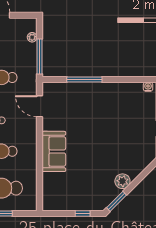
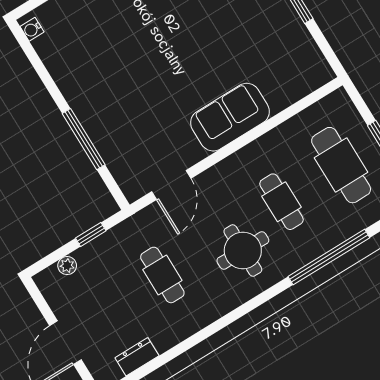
window: (40, 56) -> (91, 234), width x0.46

